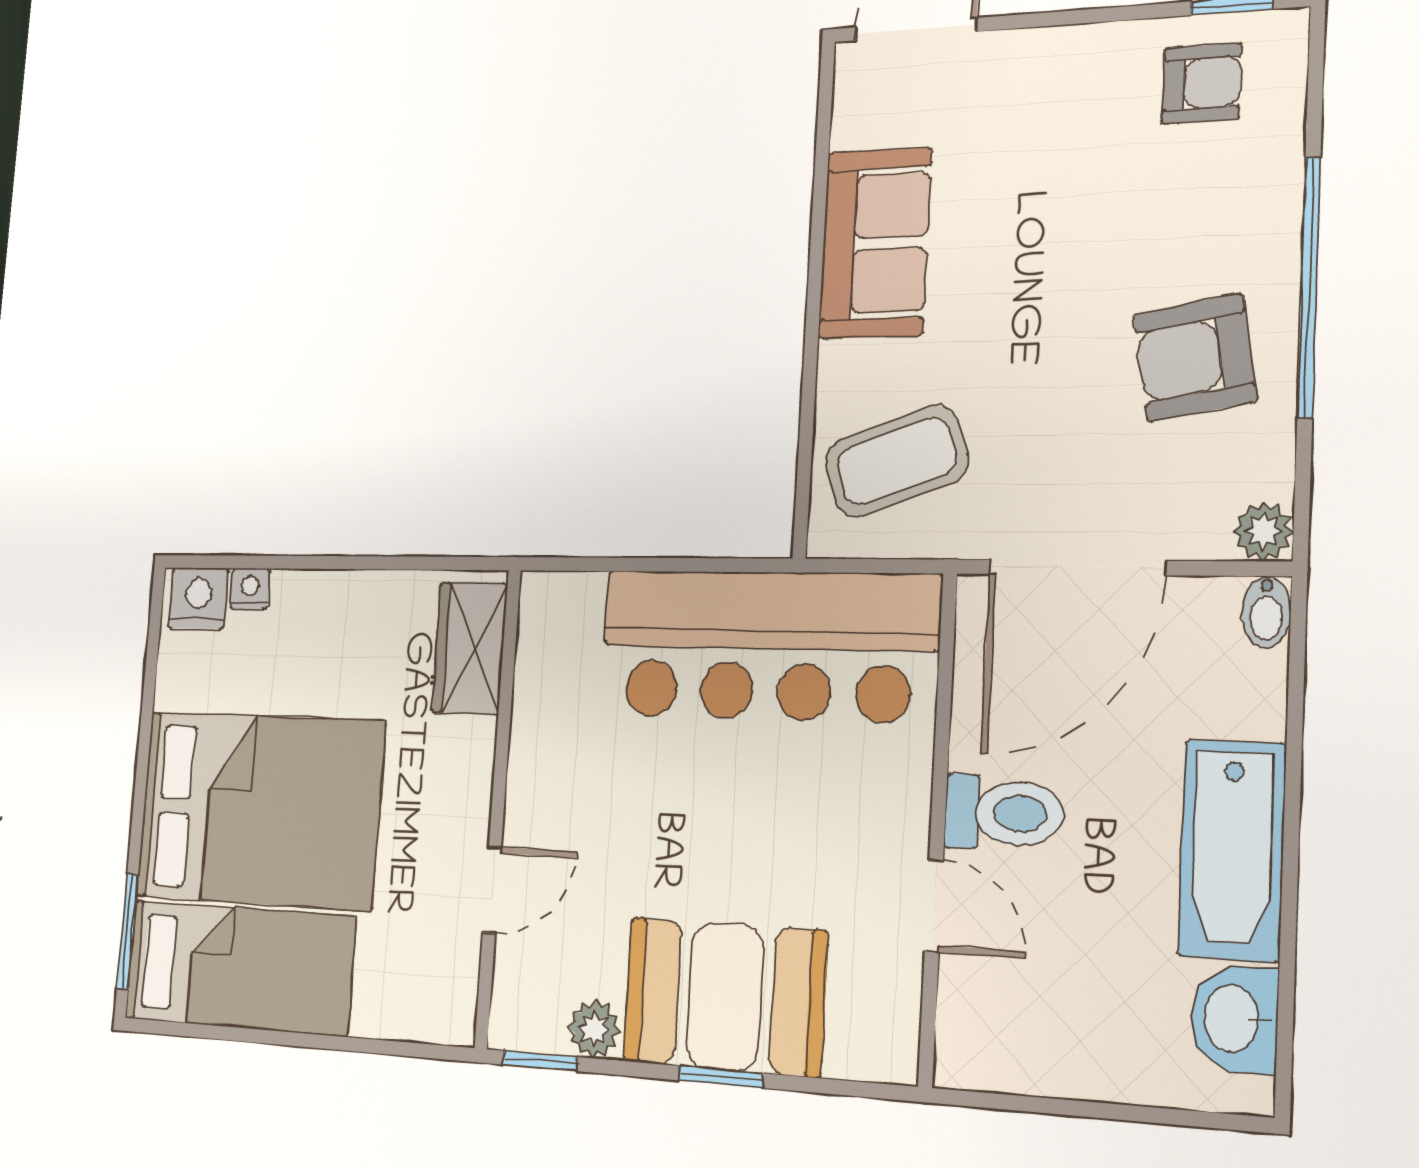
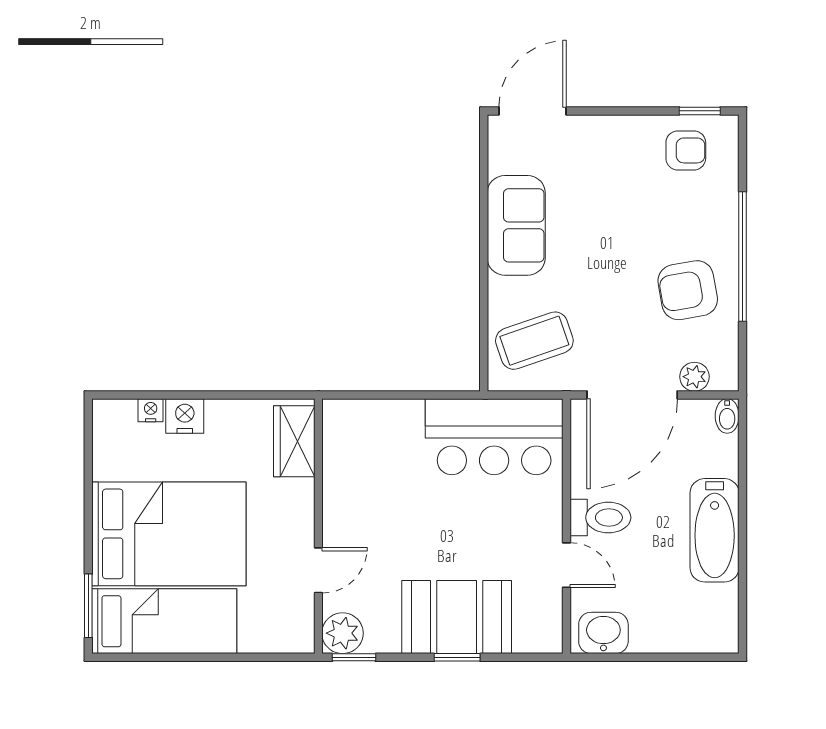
plant: (1263, 531) -> (694, 377), moved
nightstand: (198, 598) -> (185, 416), moved
bar counter: (768, 646) -> (494, 437), width x0.73
washbasin: (1234, 1019) -> (603, 633), moved, turned 90
plant: (594, 1029) -> (343, 633), moved, width x1.38, depth x1.38

